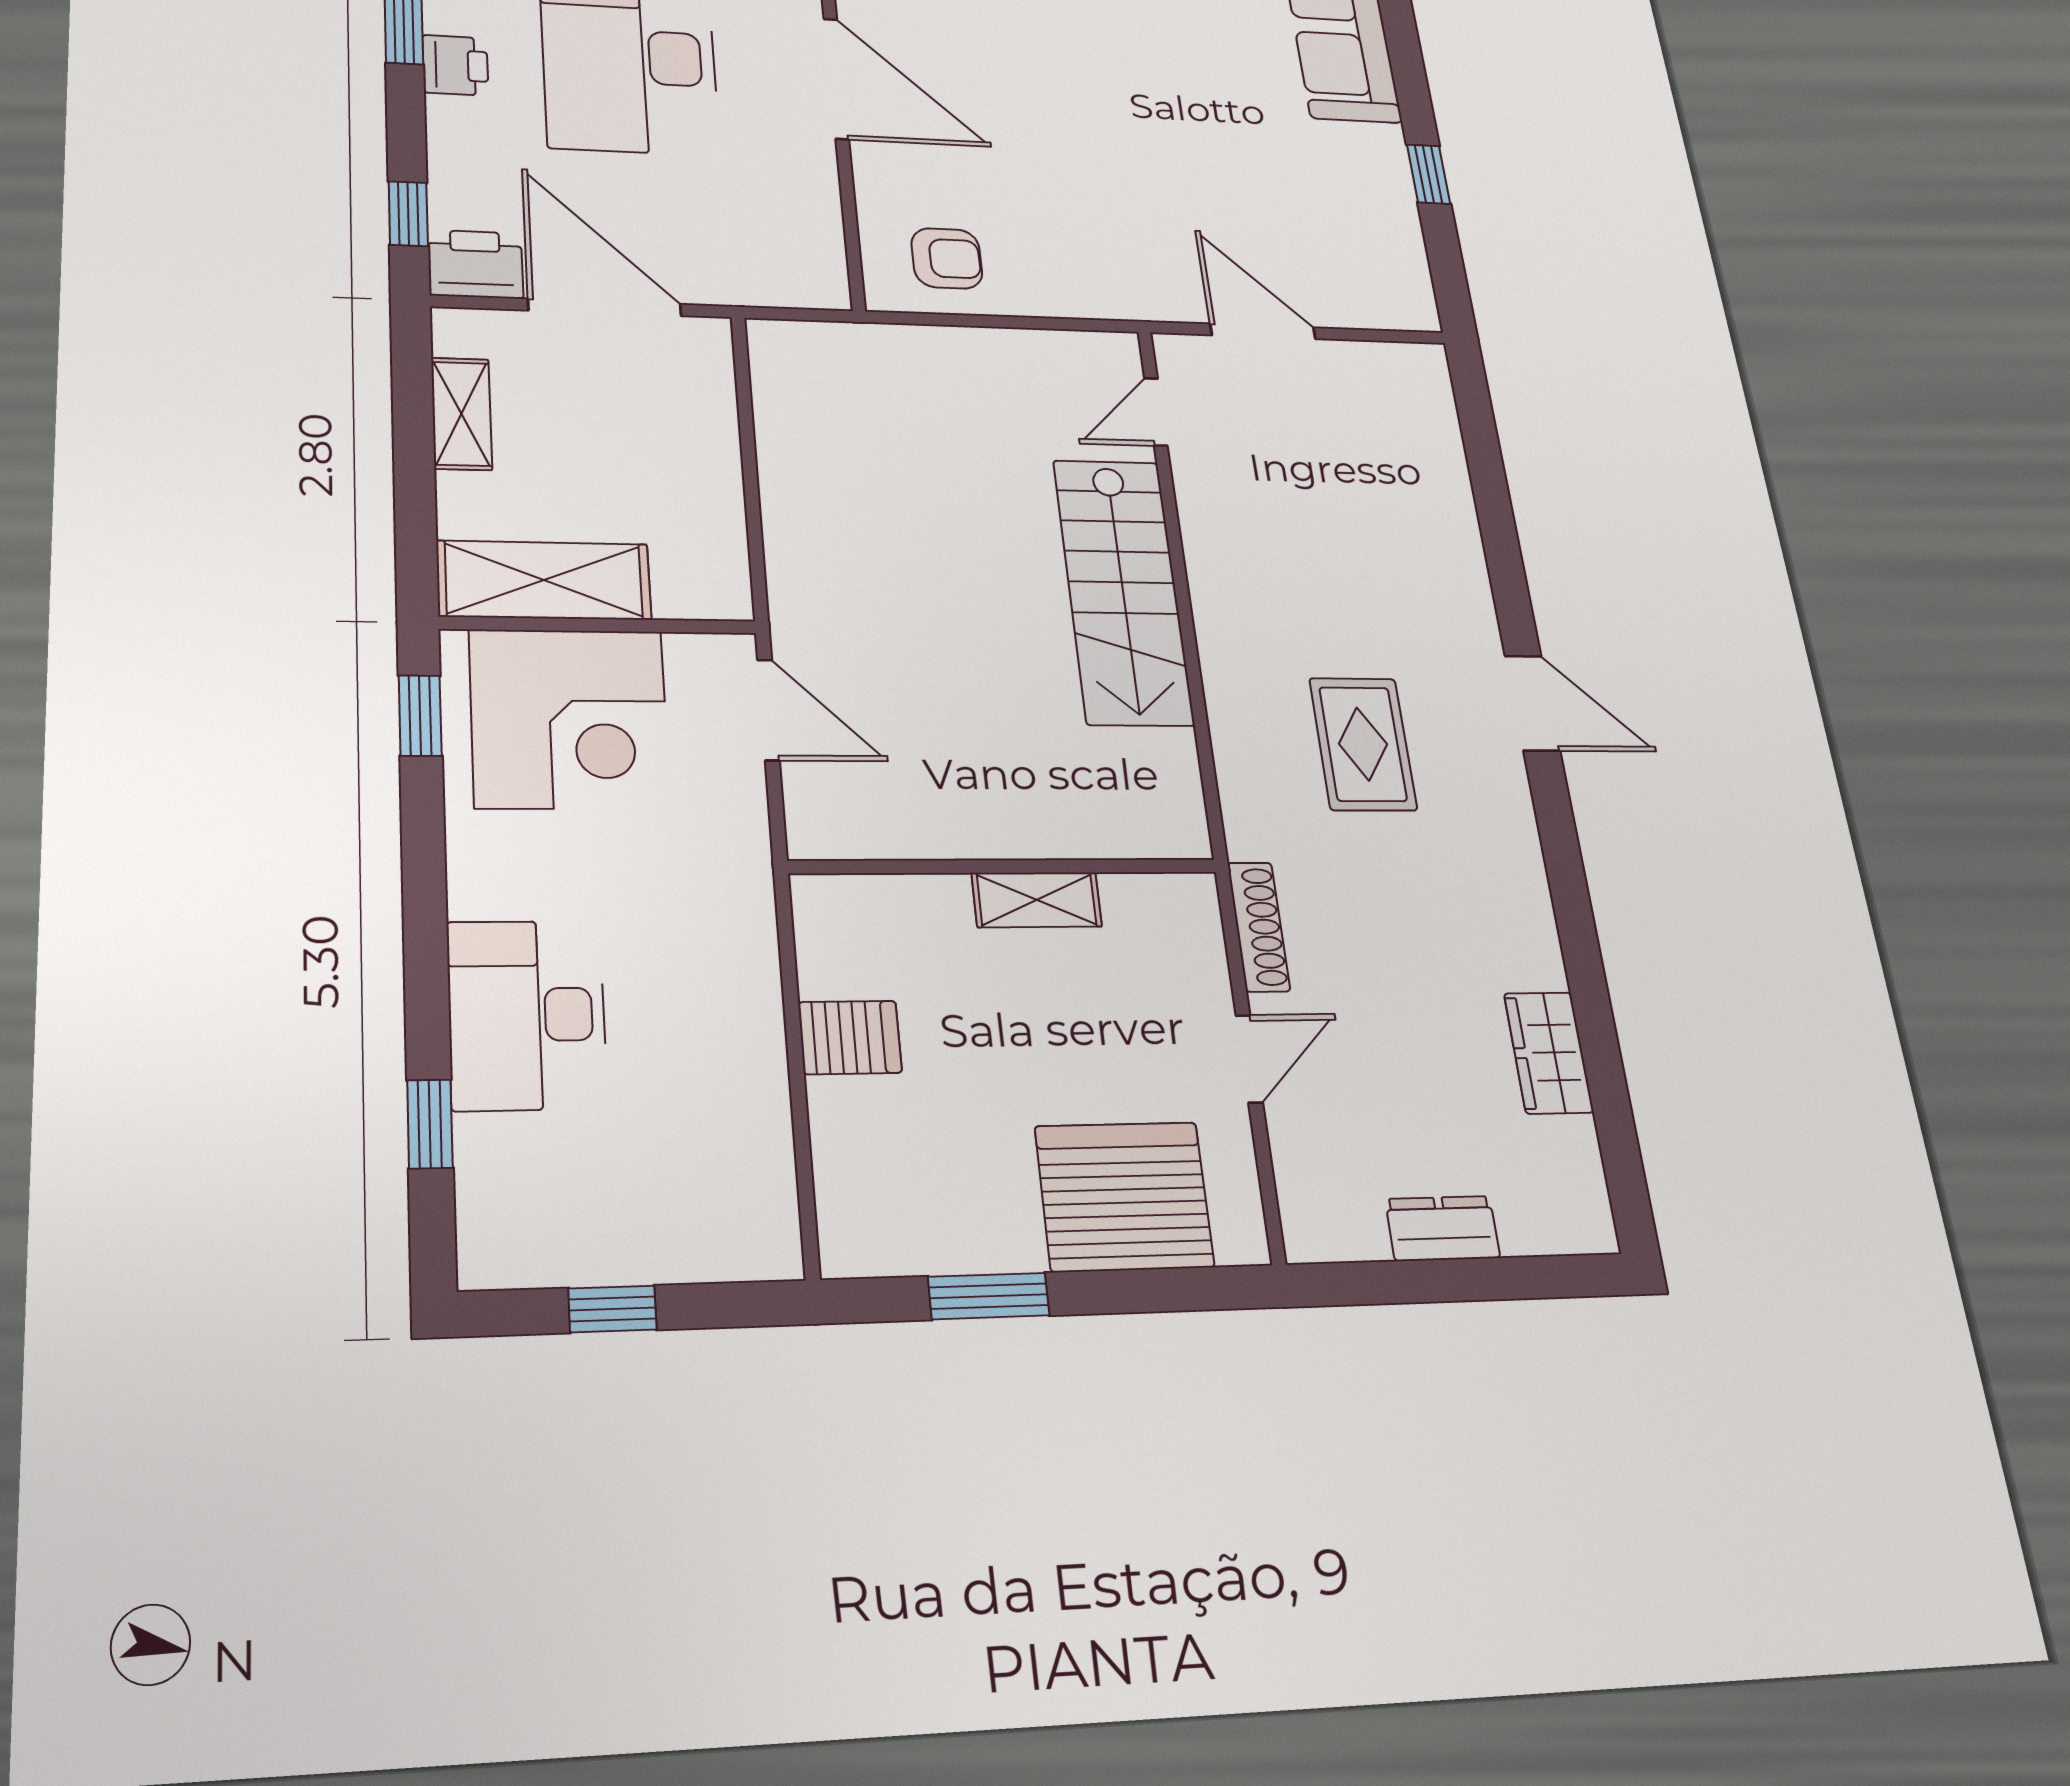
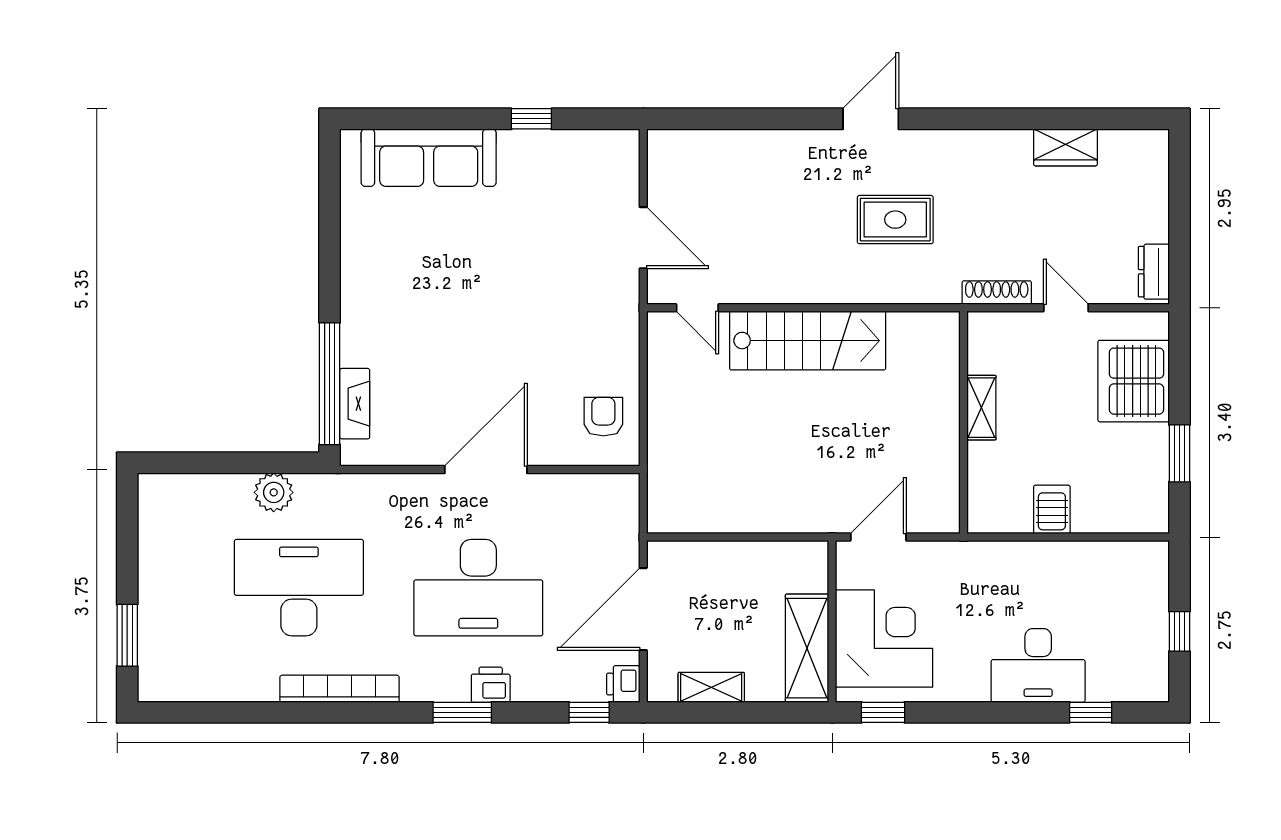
printer: (476, 264) -> (623, 684), width x0.73, depth x0.81
door: (1263, 331) -> (643, 238), swing flipped
dresser: (1443, 1228) -> (1154, 272), moved

